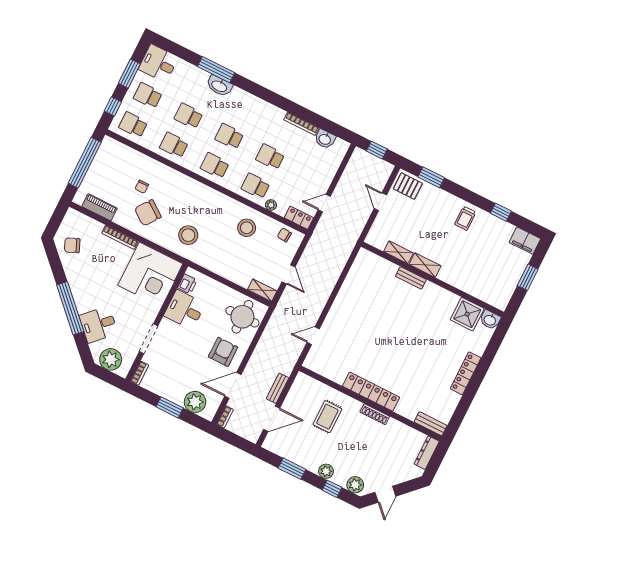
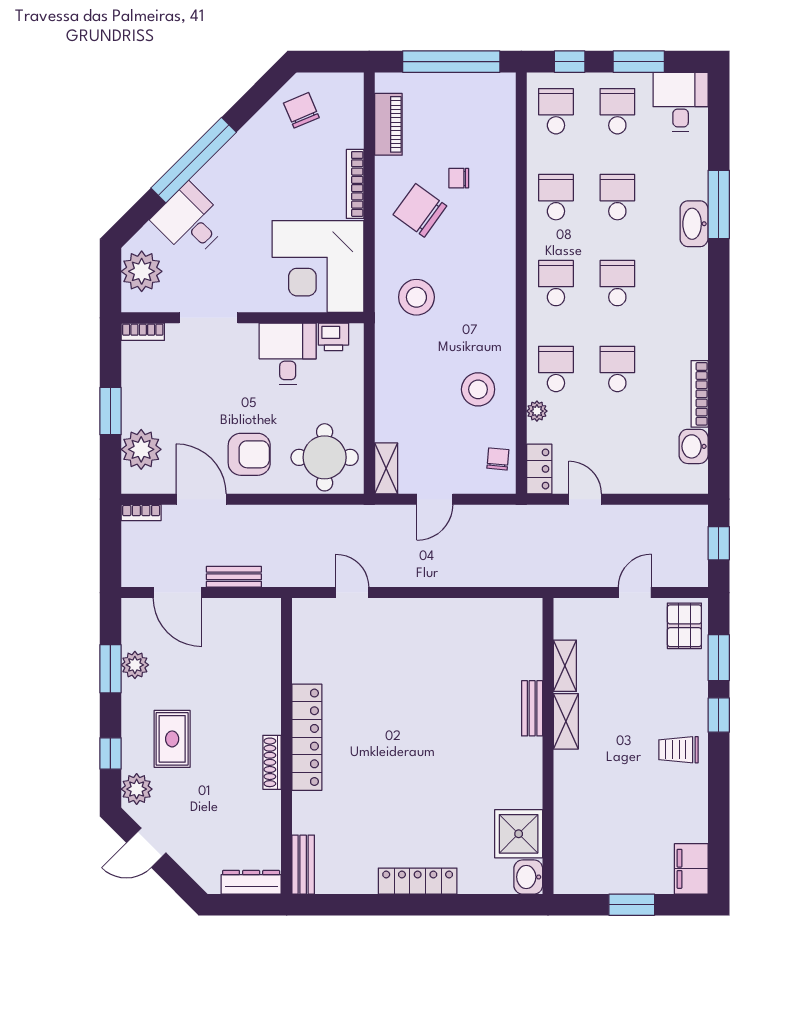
window: (501, 212) -> (719, 715), moved
rug: (327, 417) -> (172, 739), moved, turned 90
plant: (326, 471) -> (135, 665), moved

